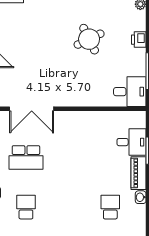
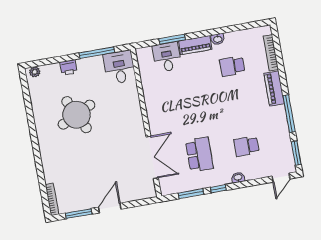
round table: (89, 39) -> (77, 115), width x1.36, depth x1.36

